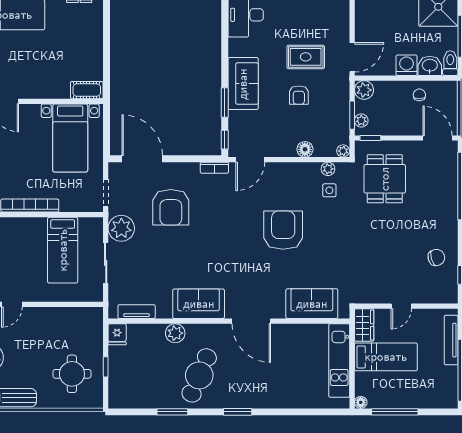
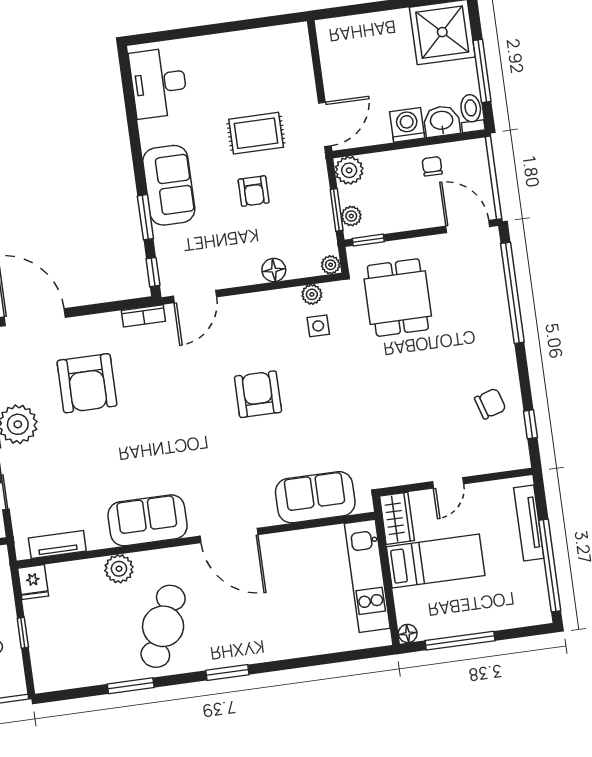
armchair: (283, 230) -> (258, 394), width x0.73, depth x0.73

